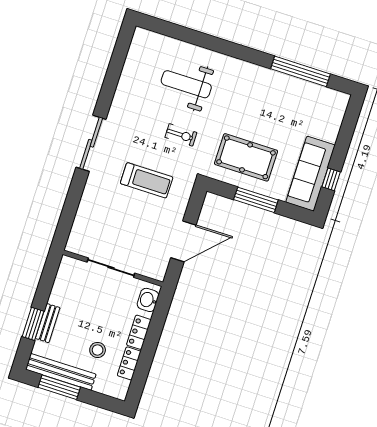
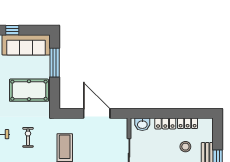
pool table: (246, 157) -> (29, 90), turned 90
window: (331, 179) -> (12, 30), moved
window: (256, 200) -> (55, 63), moved

